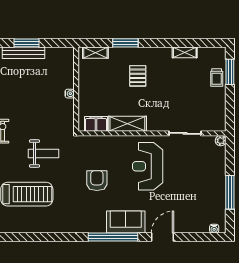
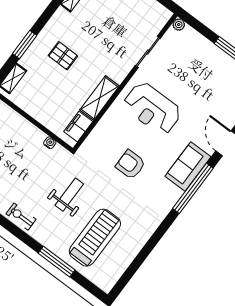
water cooler: (70, 94) -> (50, 143), moved

